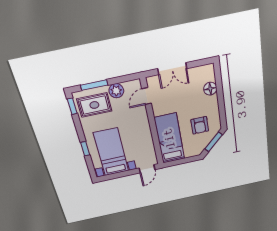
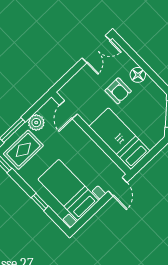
double door: (172, 69) -> (96, 49), moved
floor lamp: (210, 89) -> (138, 75), moved
armchair: (200, 125) -> (118, 91), moved

